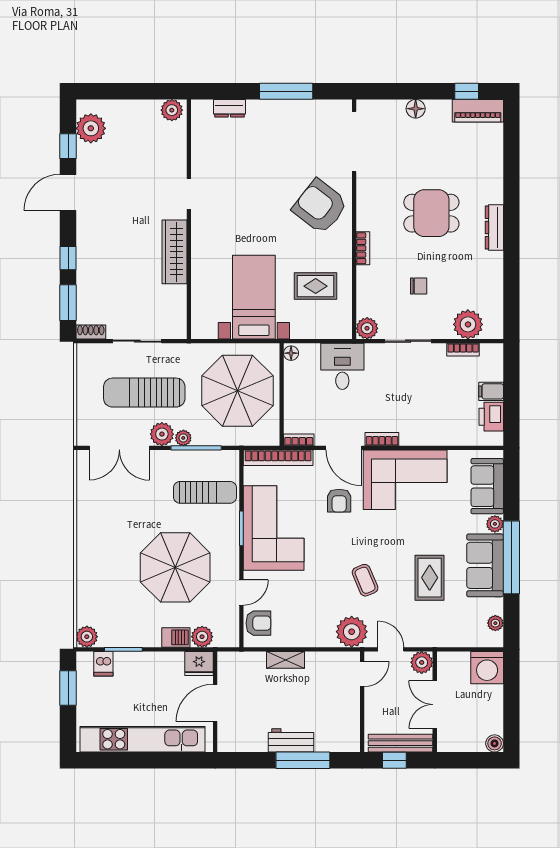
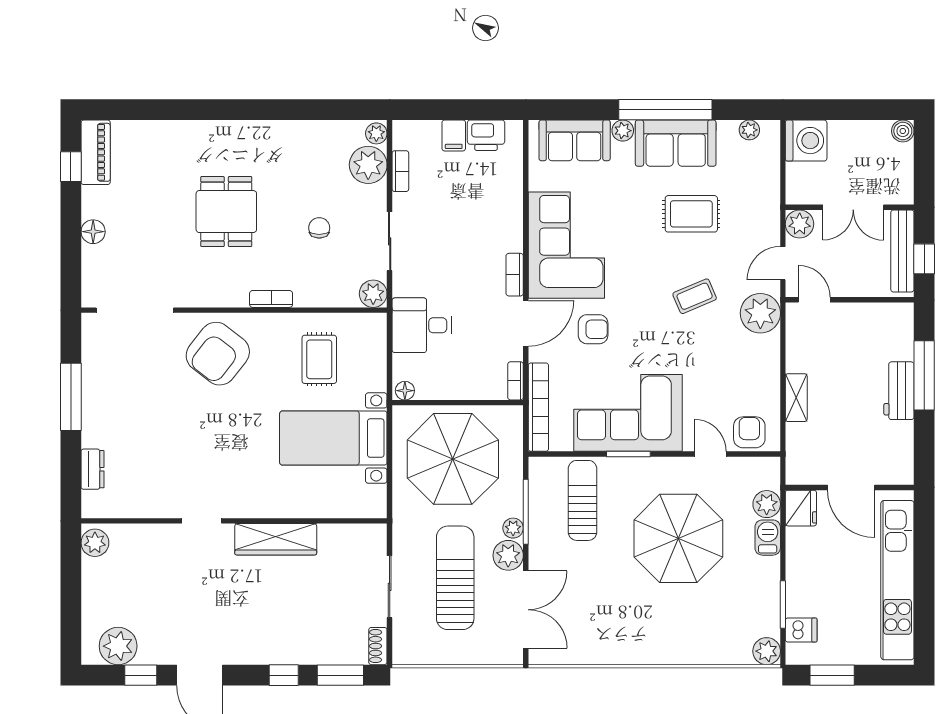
dresser: (494, 227) -> (245, 131), removed
plant: (493, 331) -> (376, 133), added
sun lounger: (144, 393) -> (455, 578), turned 180

